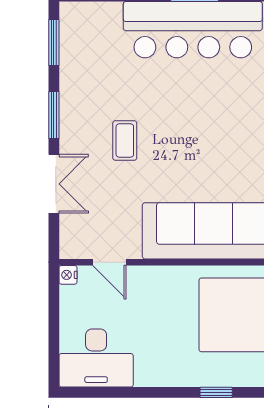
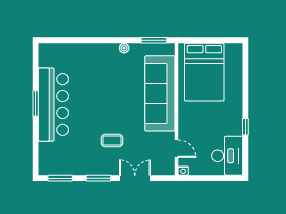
door: (109, 262) -> (176, 149), hinge flipped
window: (216, 392) -> (245, 127), moved

